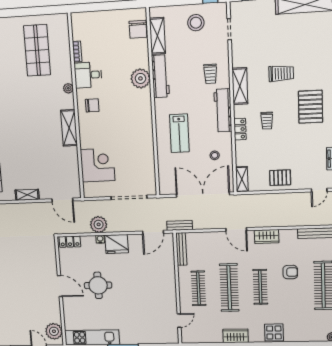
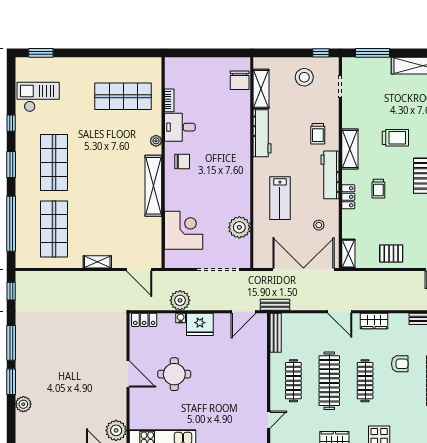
shop shelf: (37, 50) -> (123, 96), turned 90
plant: (140, 78) -> (239, 227), moved
shelving: (69, 128) -> (153, 186), width x1.47

